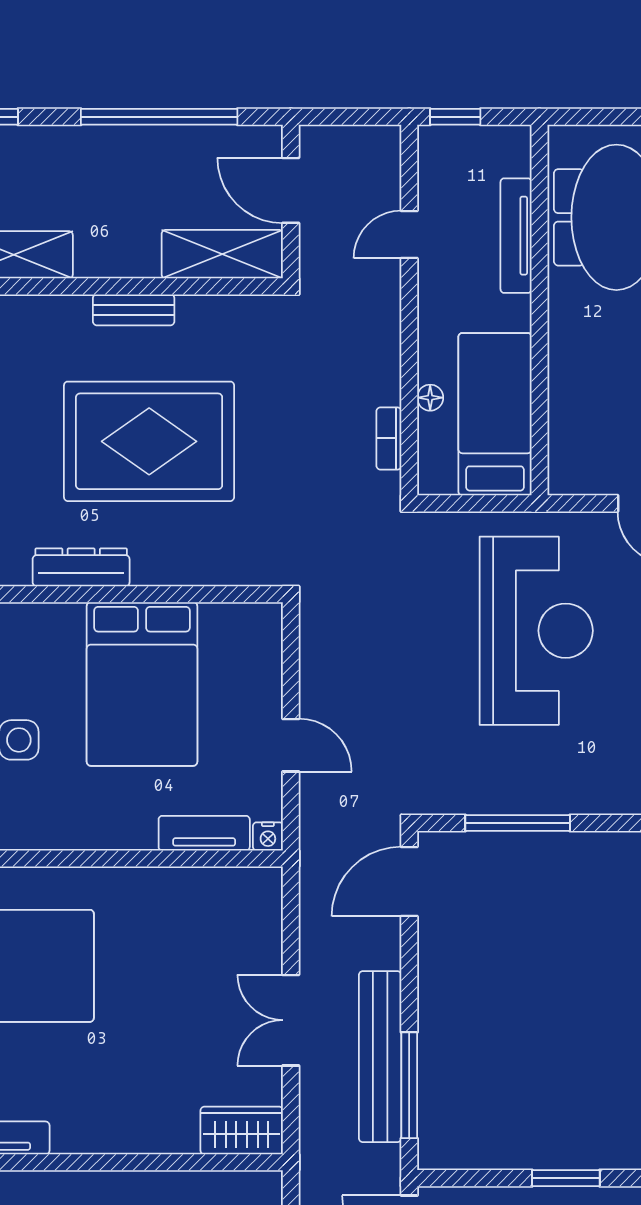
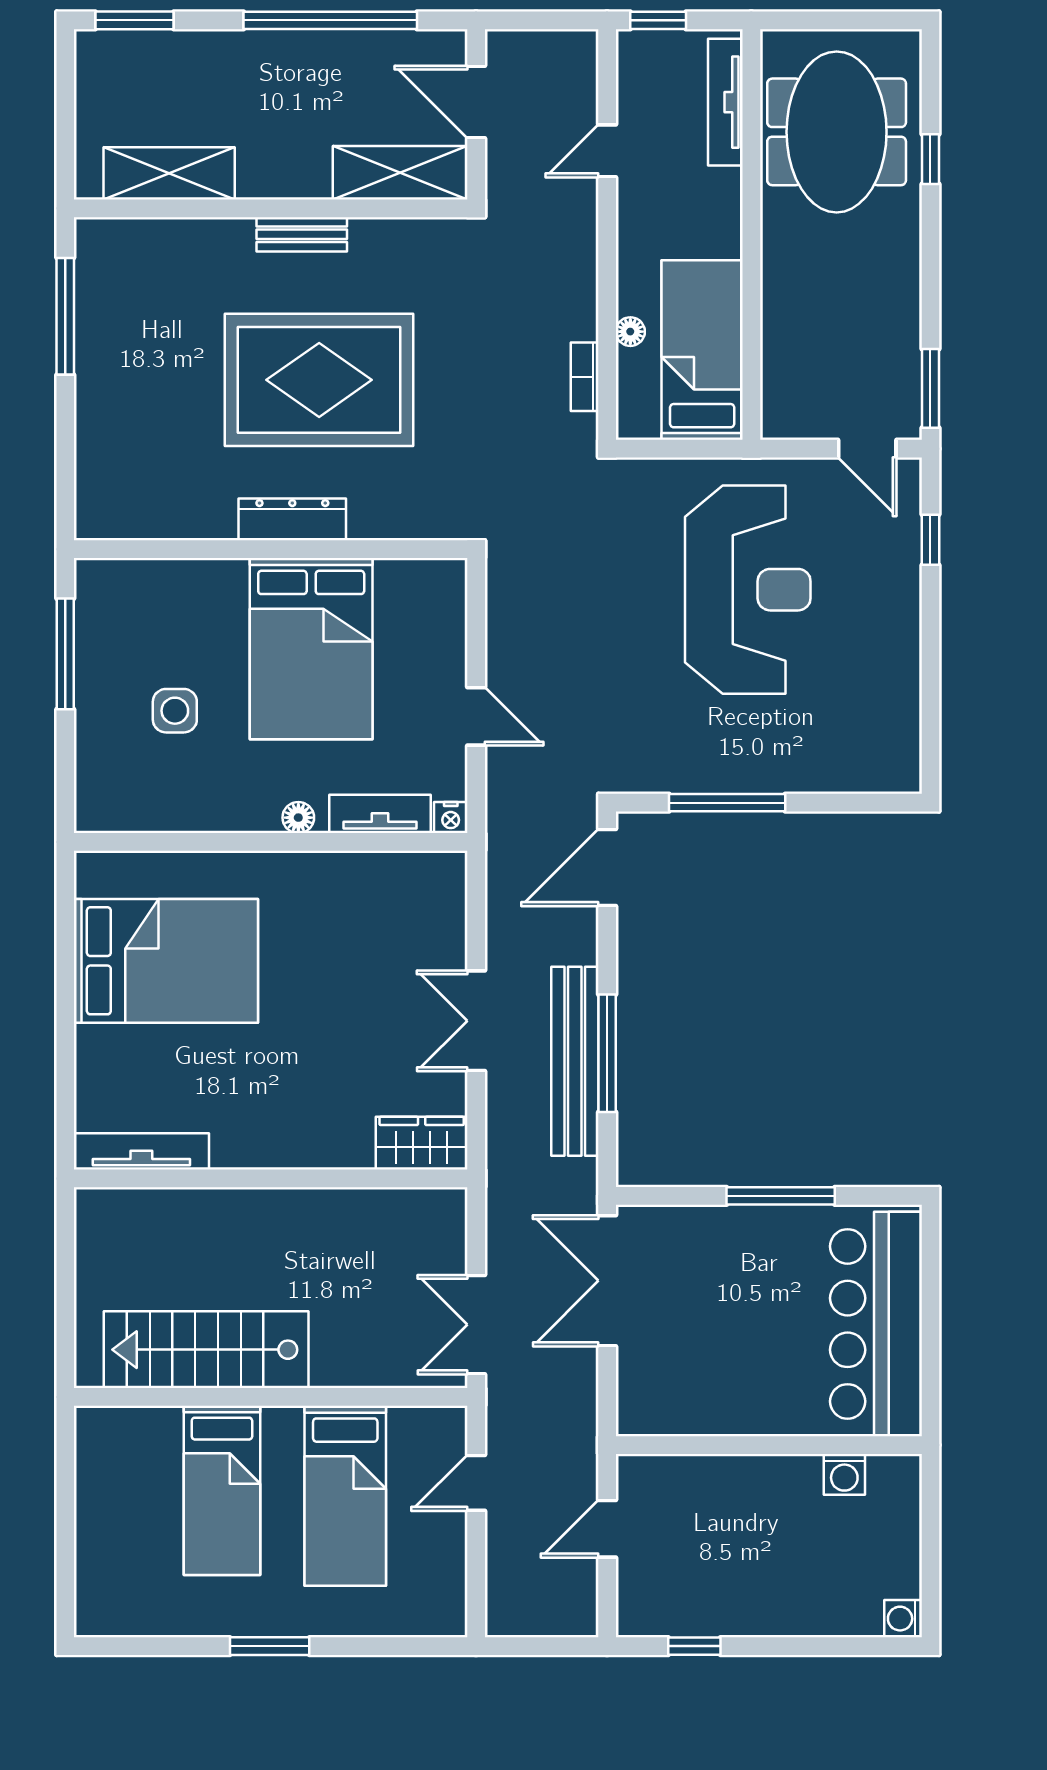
tv unit: (516, 236) -> (725, 102), moved
dresser: (81, 567) -> (292, 519), moved
floor lamp: (130, 836) -> (298, 818), added
window: (409, 1085) -> (607, 1053), moved
window: (566, 1178) -> (781, 1196), width x1.44

